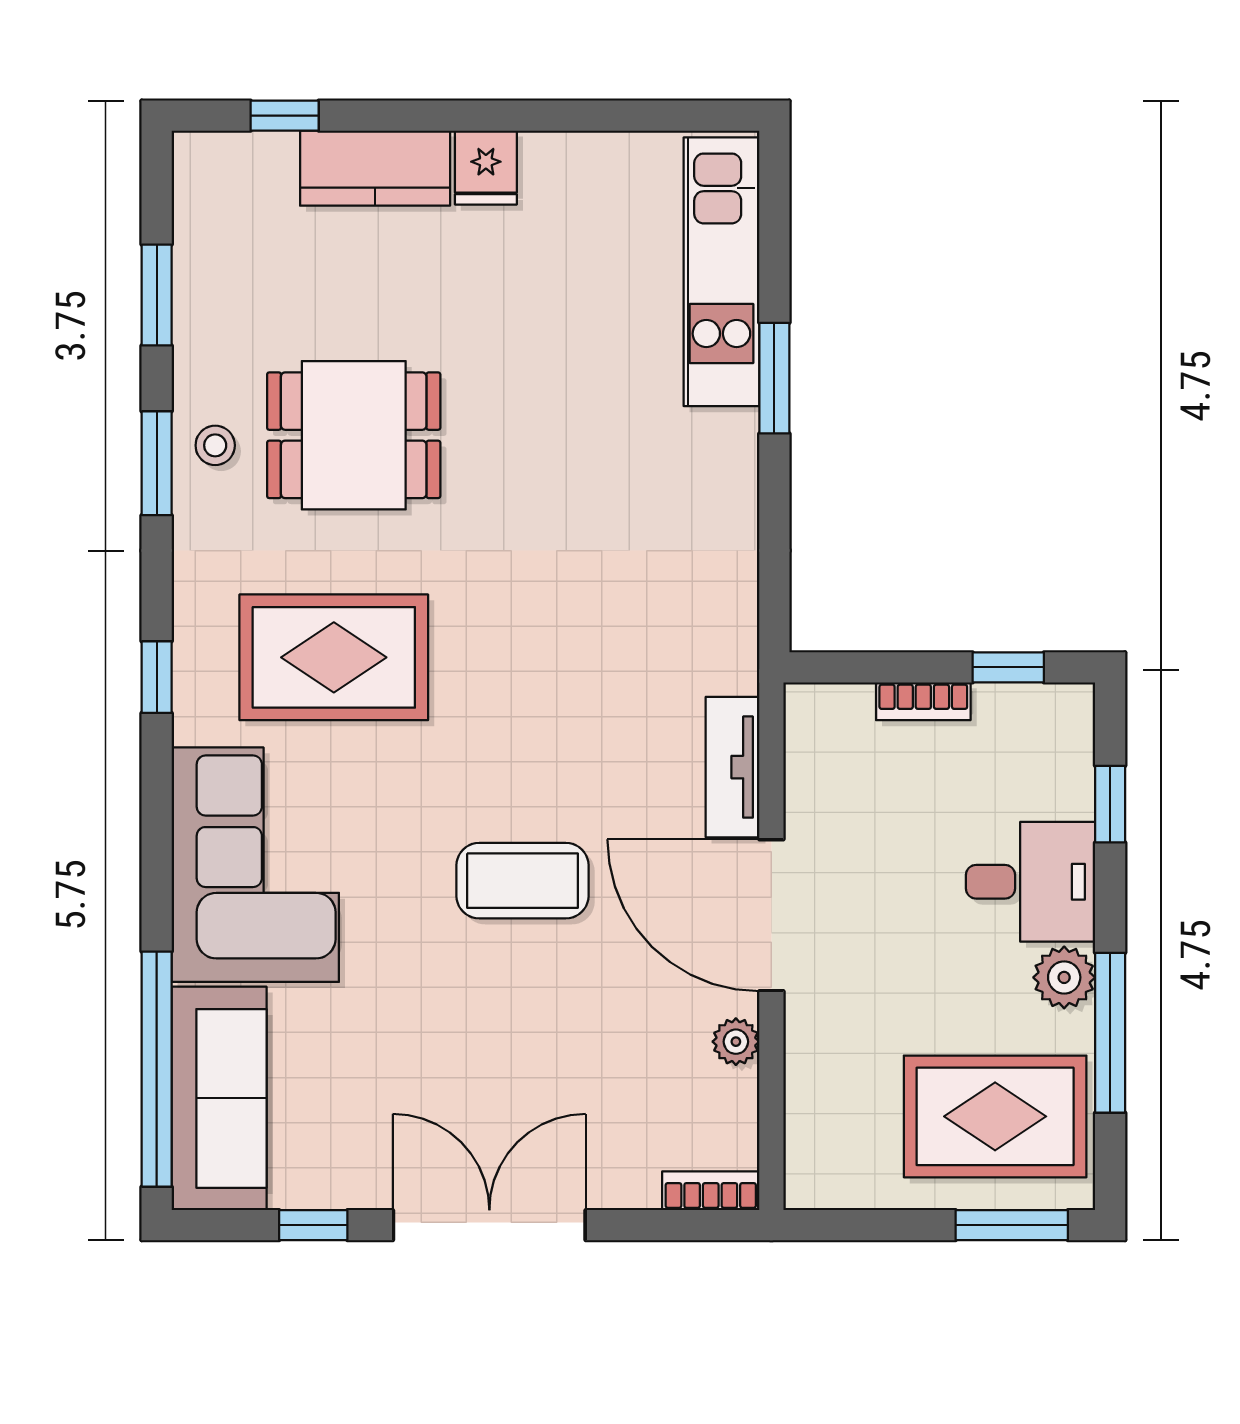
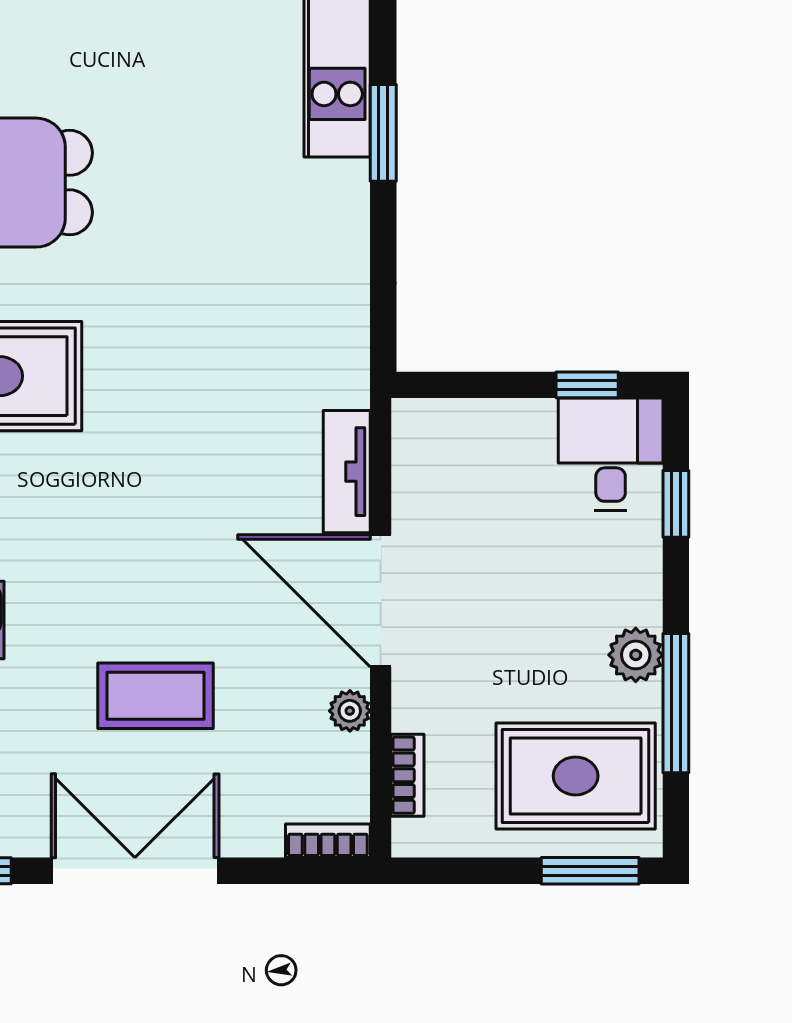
bookcase: (923, 701) -> (408, 775), moved, turned -90
coffee table: (523, 881) -> (155, 696), moved
desk: (1031, 882) -> (611, 454), moved, turned -90

